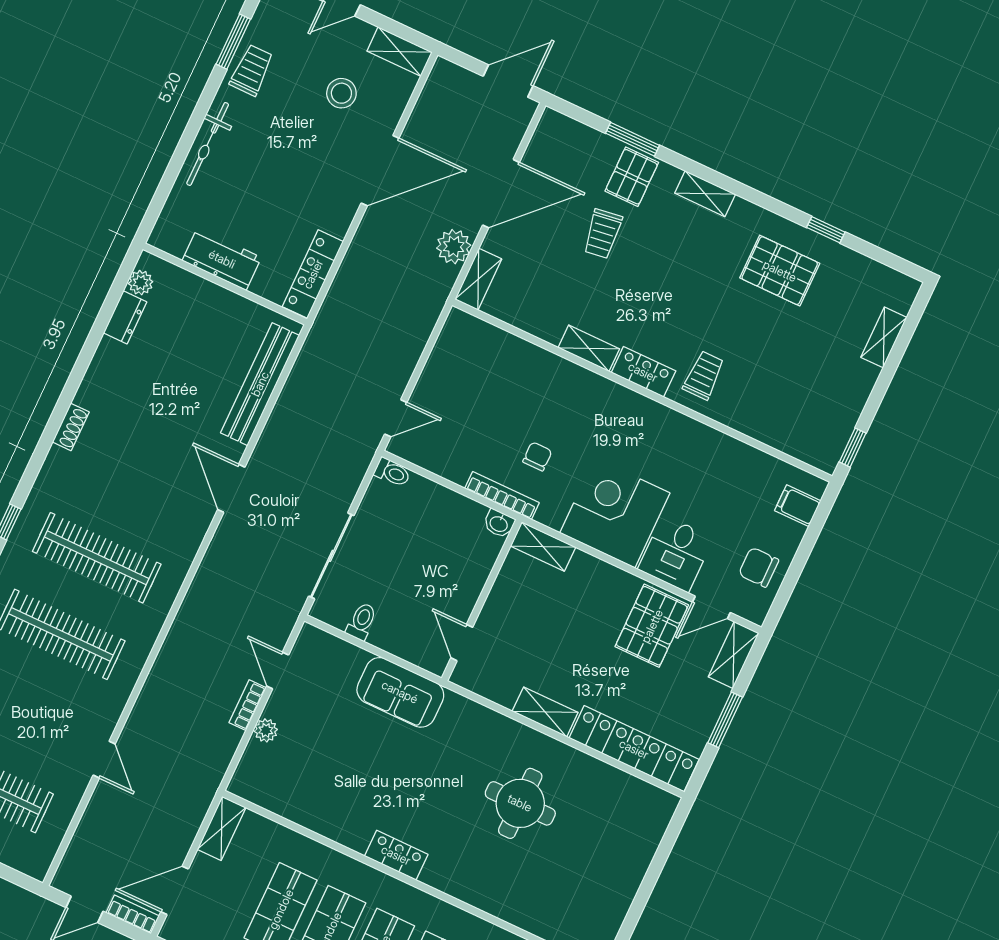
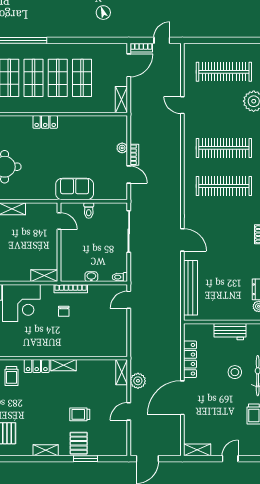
stool: (341, 93) -> (235, 372), moved
door: (501, 194) -> (129, 411), width x0.53
trolley: (603, 234) -> (80, 414), turned -82
locker: (313, 274) -> (190, 359), moved
washbasin: (499, 523) -> (91, 277), moved
toilet: (362, 622) -> (89, 211), moved

